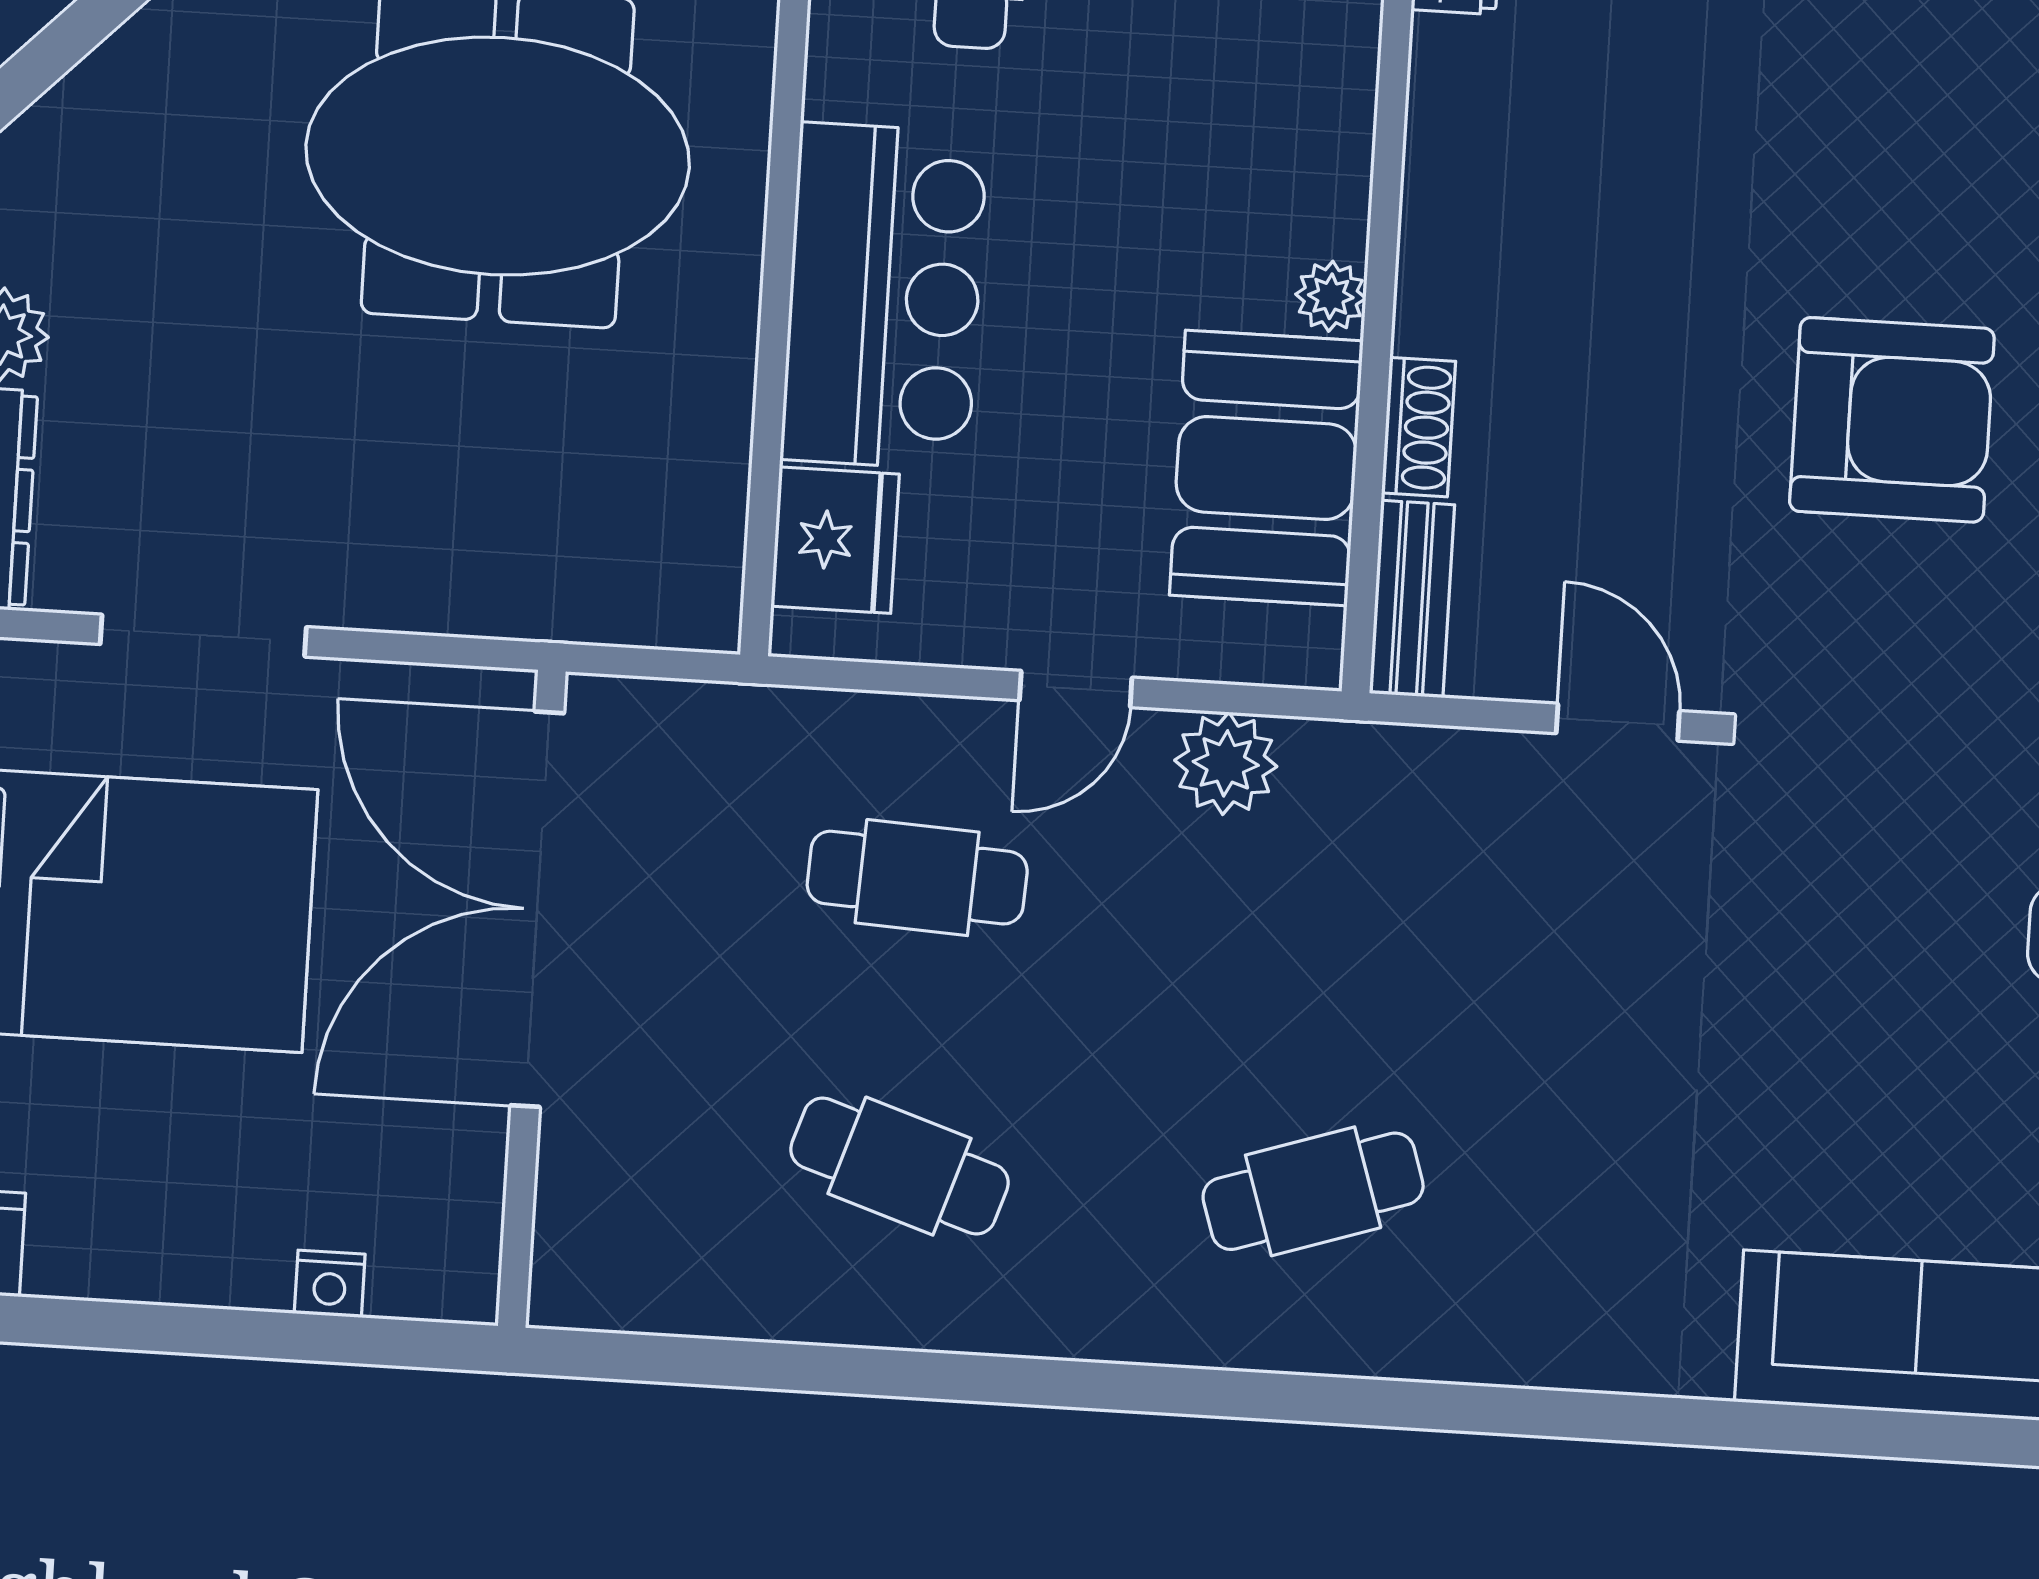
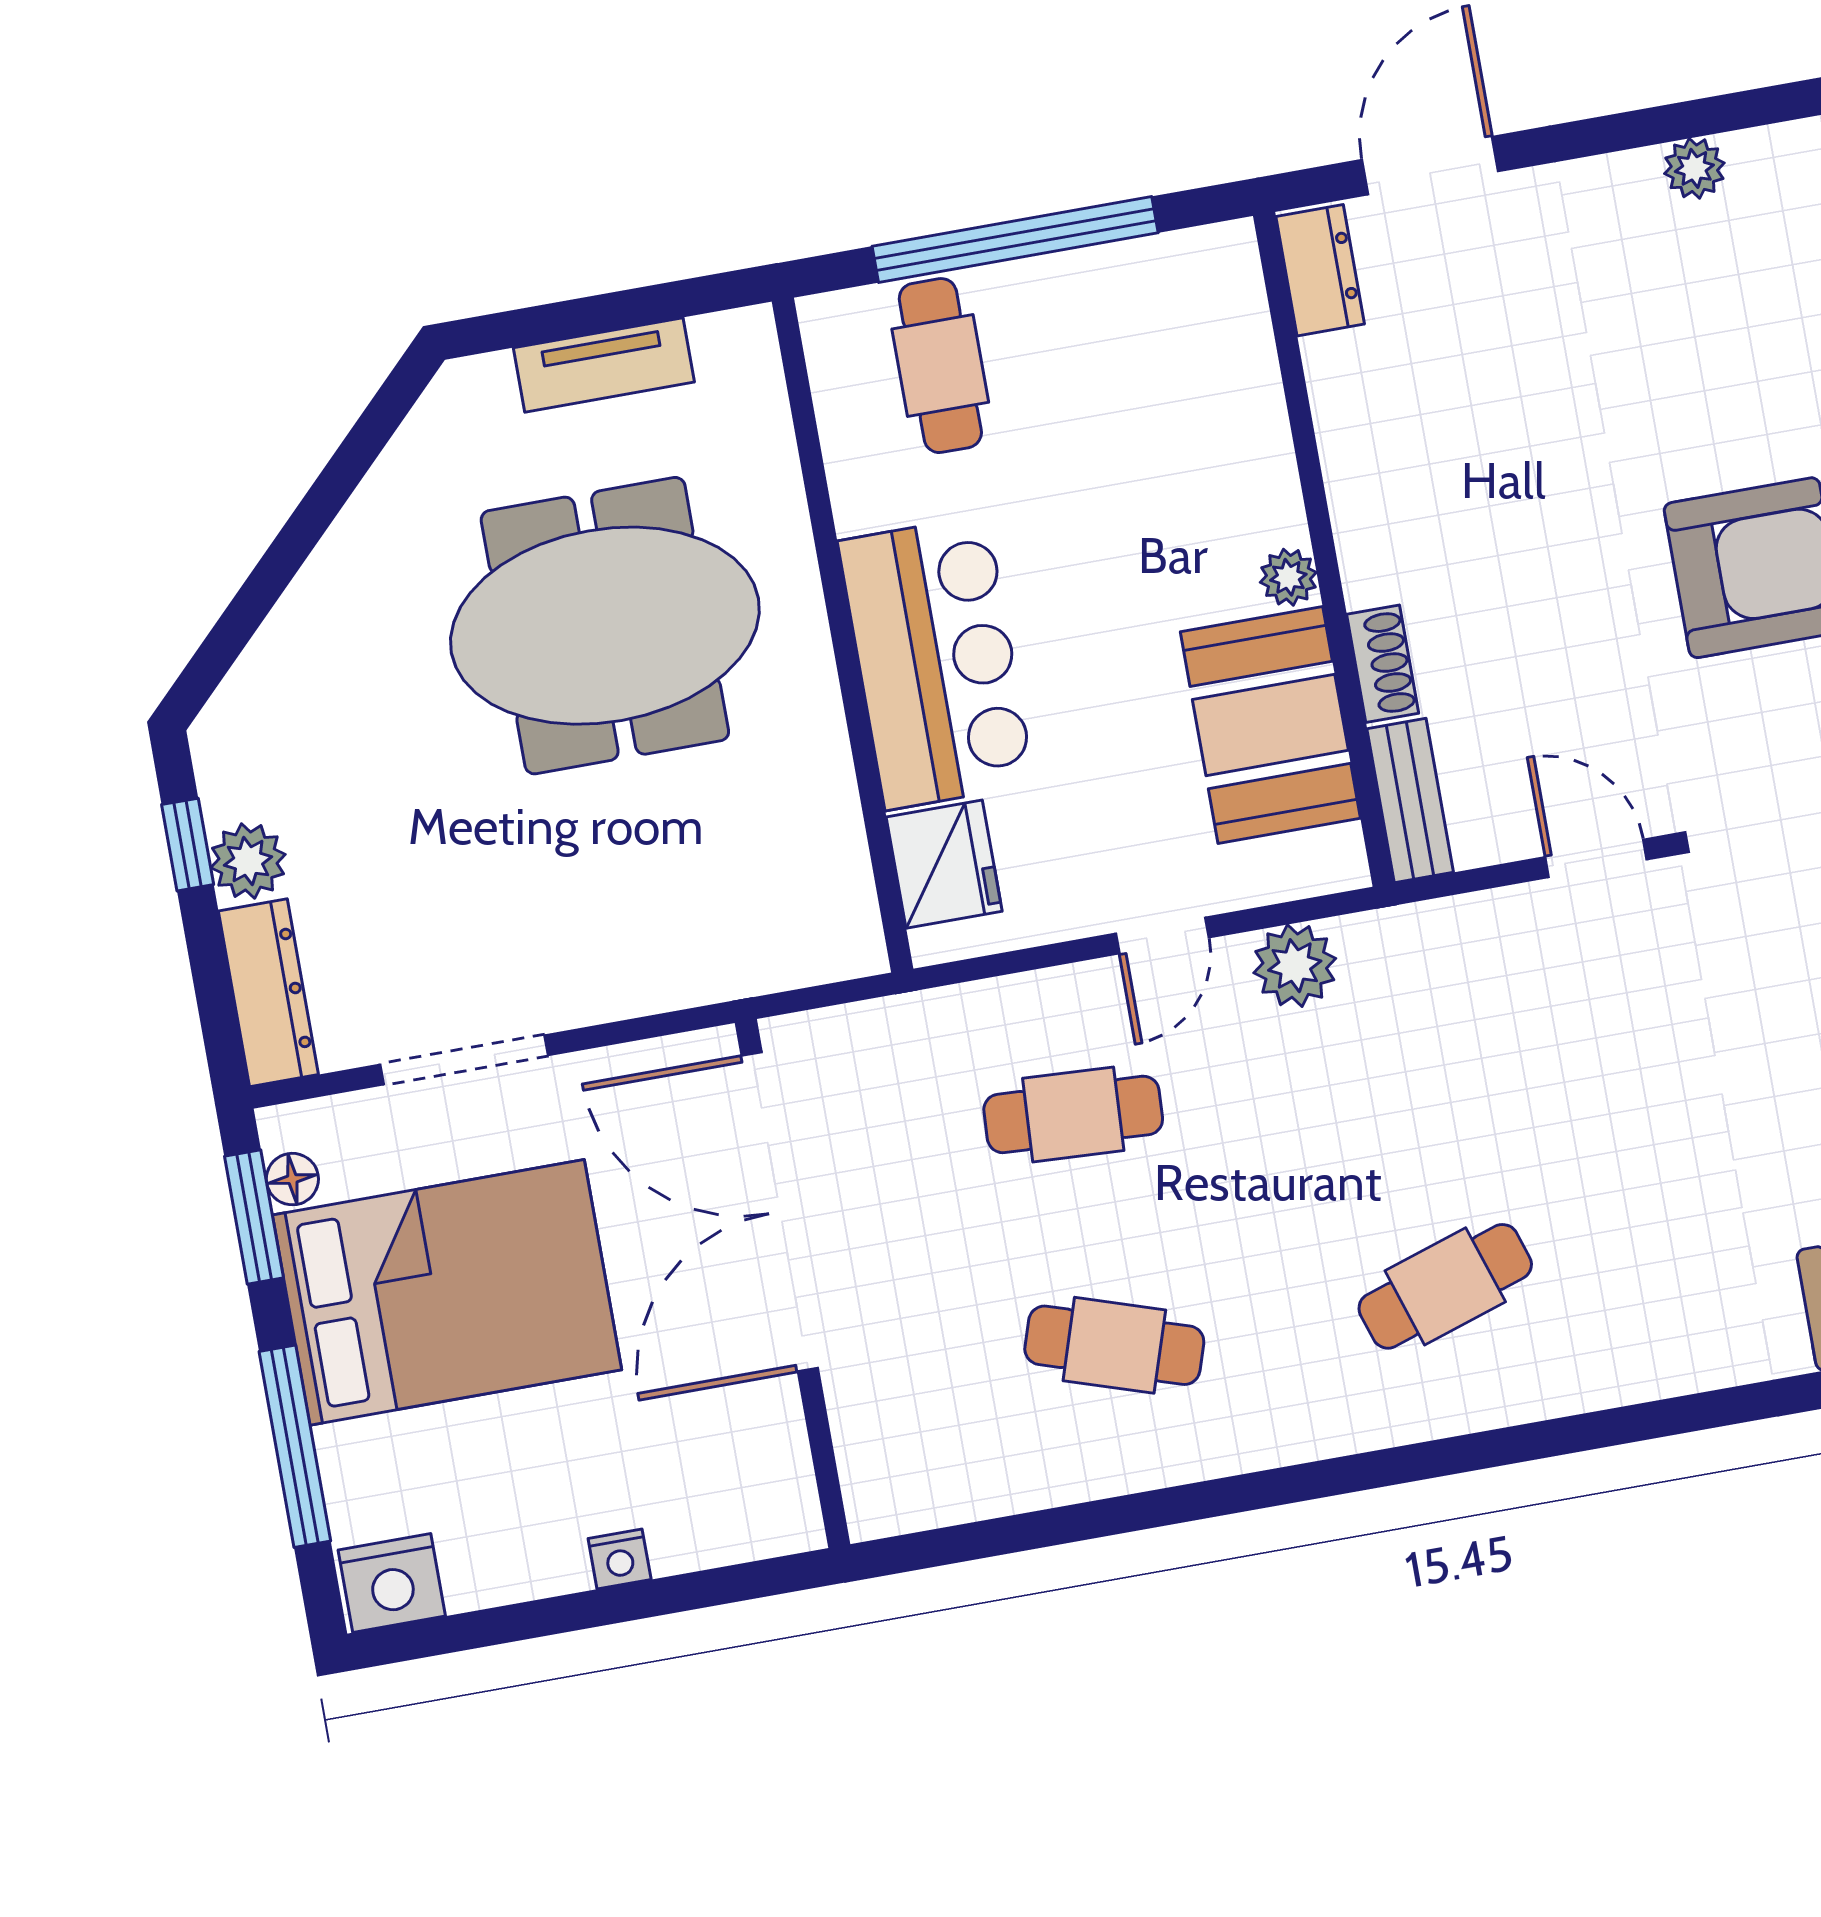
nightstand: (330, 1284) -> (620, 1559), moved

